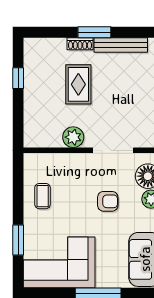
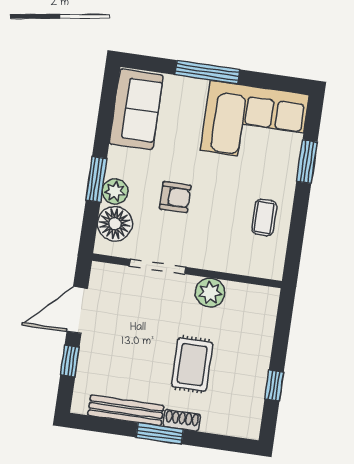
armchair: (108, 201) -> (175, 197), turned 180

